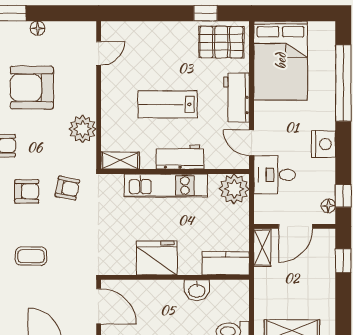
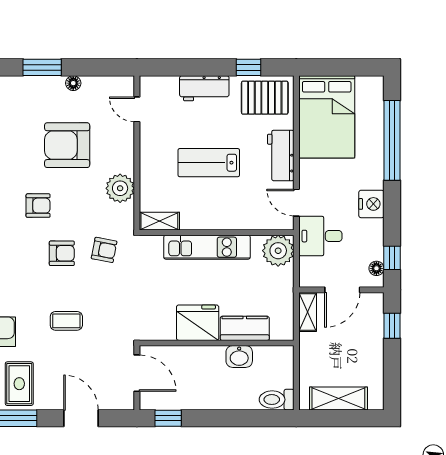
door: (99, 53) -> (137, 109), swing flipped
workbench: (180, 157) -> (204, 88), moved, turned 180
kitchen counter: (226, 263) -> (245, 328), moved

